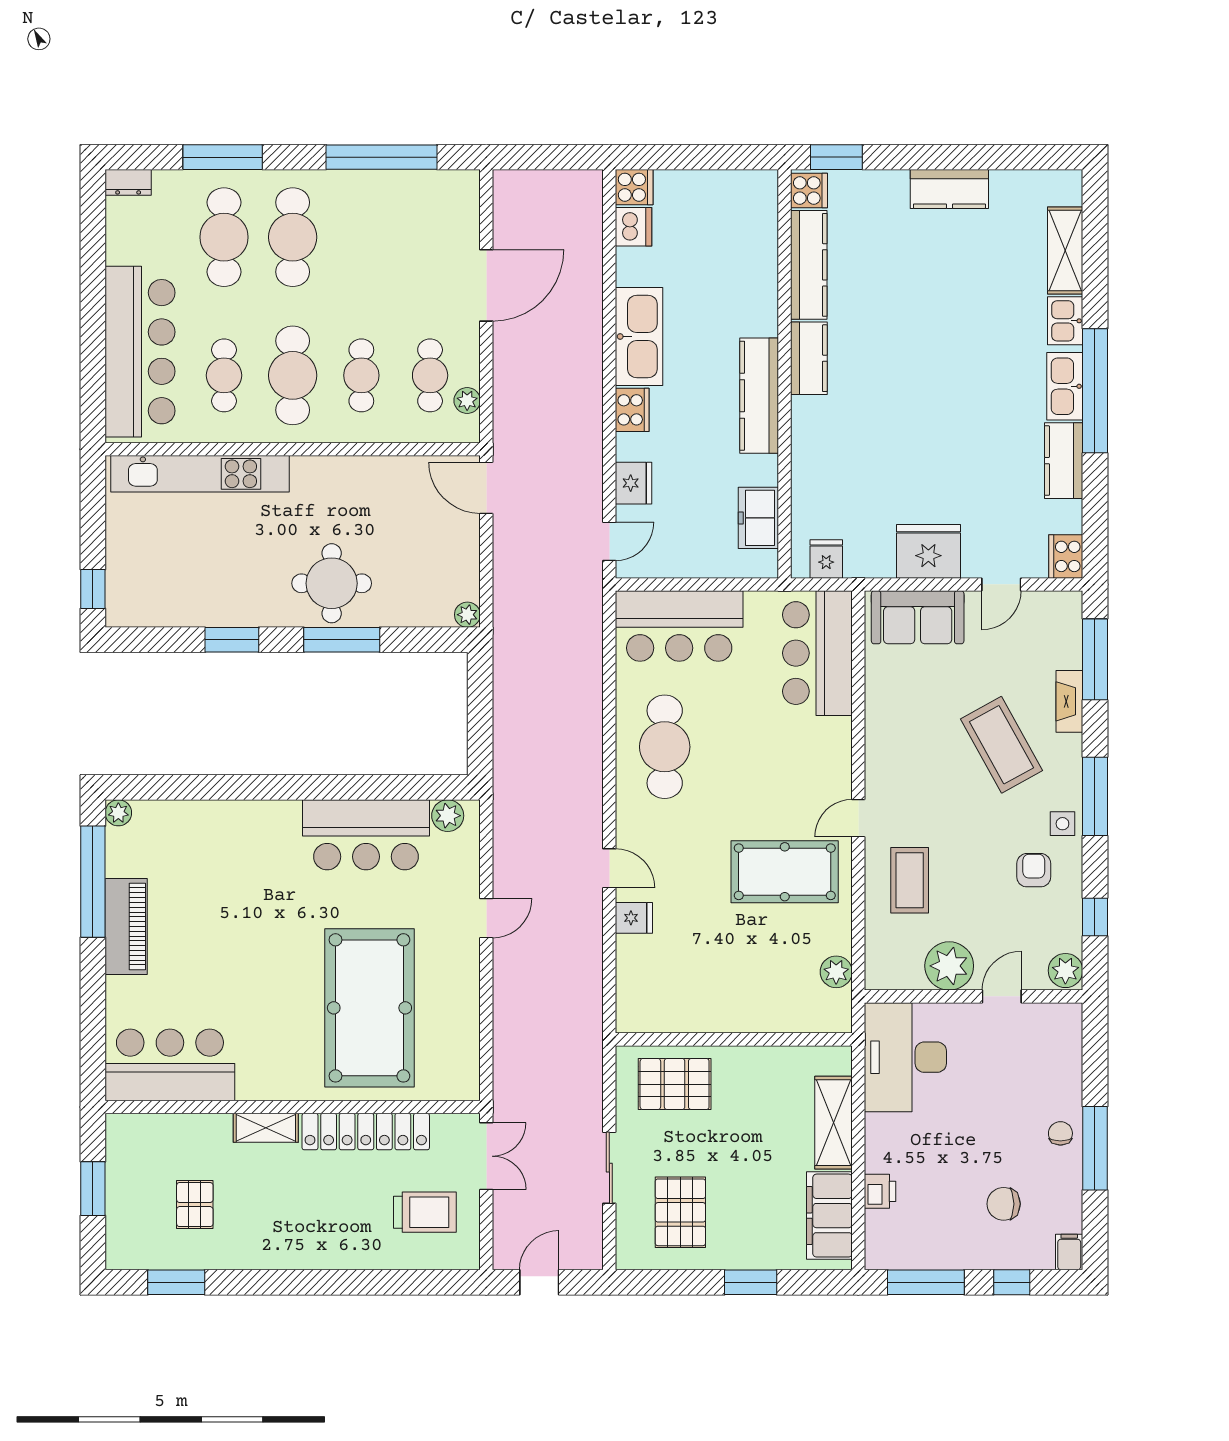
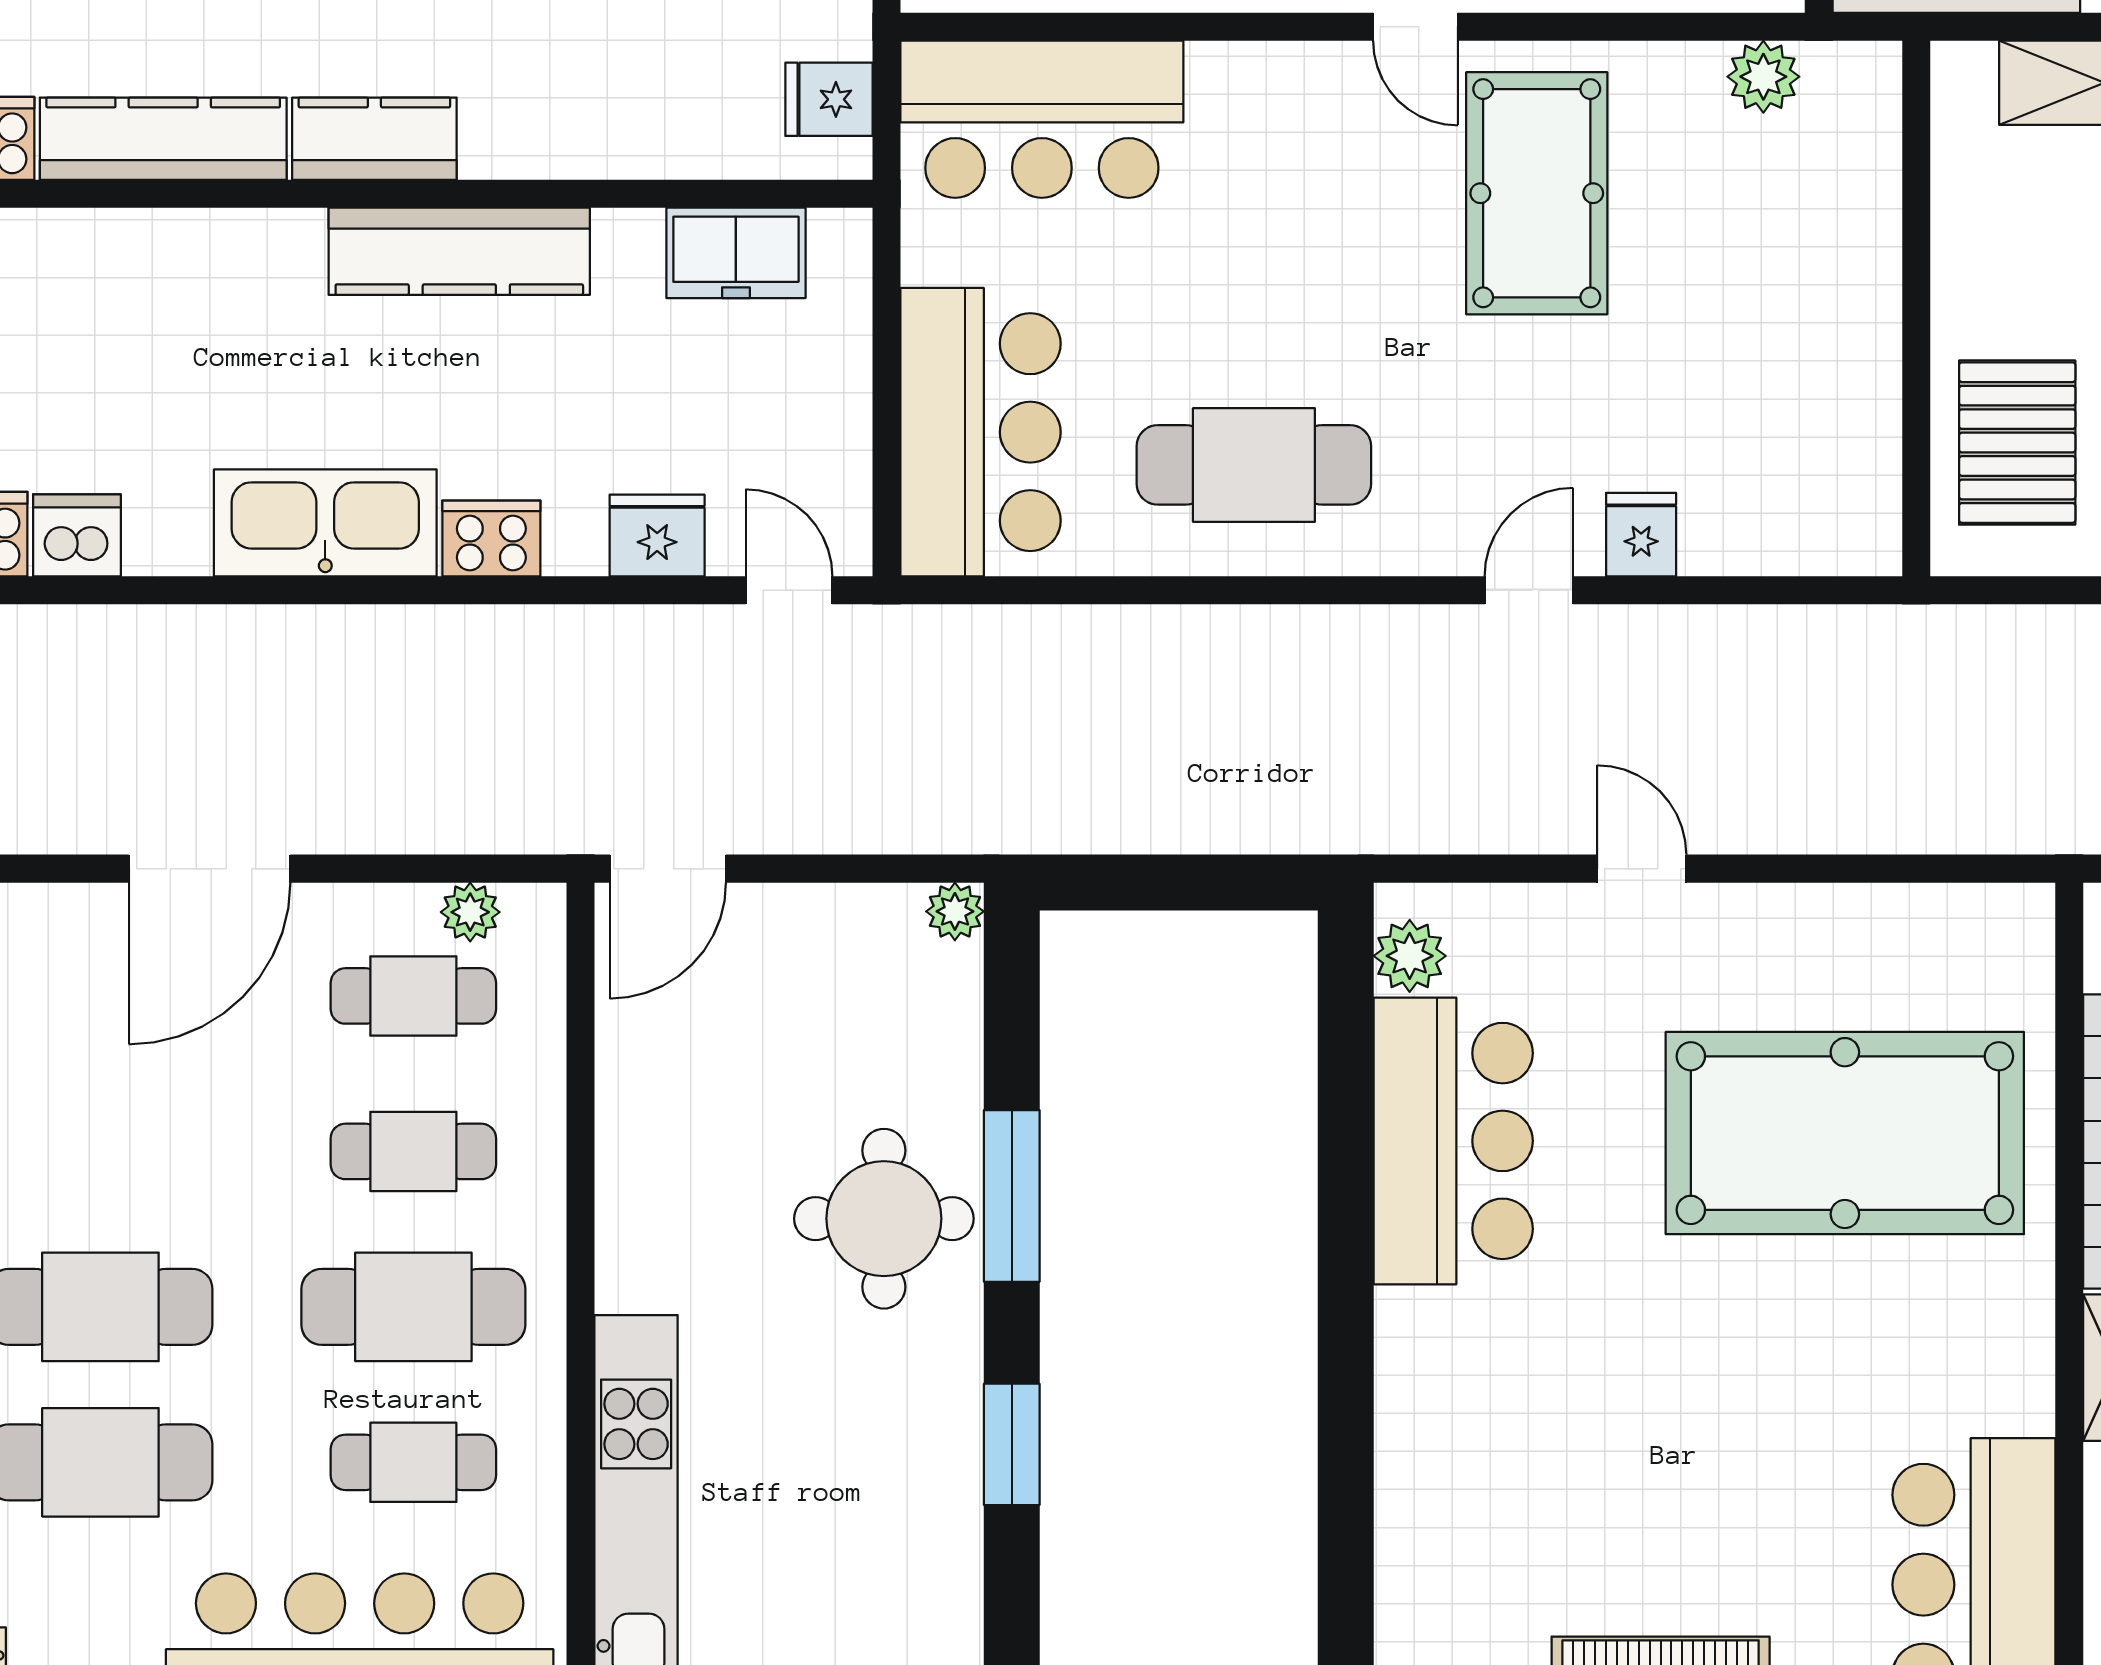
door: (486, 285) -> (209, 869), swing flipped

